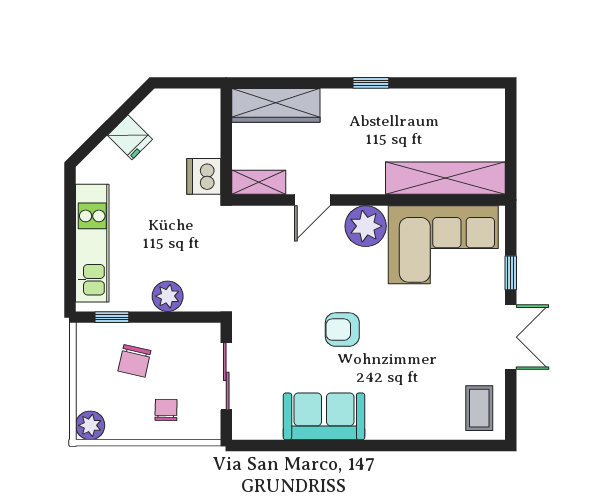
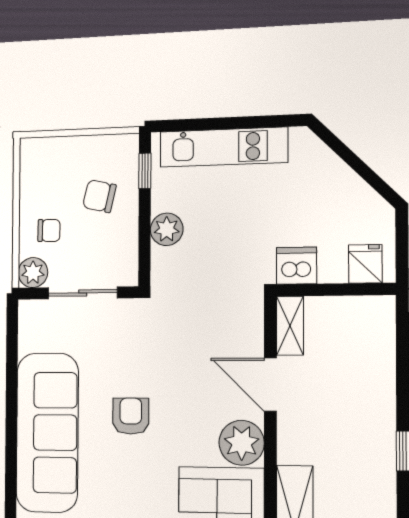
wardrobe: (276, 105) -> (377, 344), removed
fridge: (130, 137) -> (365, 264), moved, turned 135
door: (312, 200) -> (270, 385), width x1.38
sofa: (324, 416) -> (47, 433), width x1.85, depth x1.27
plant: (90, 425) -> (33, 273), moved

